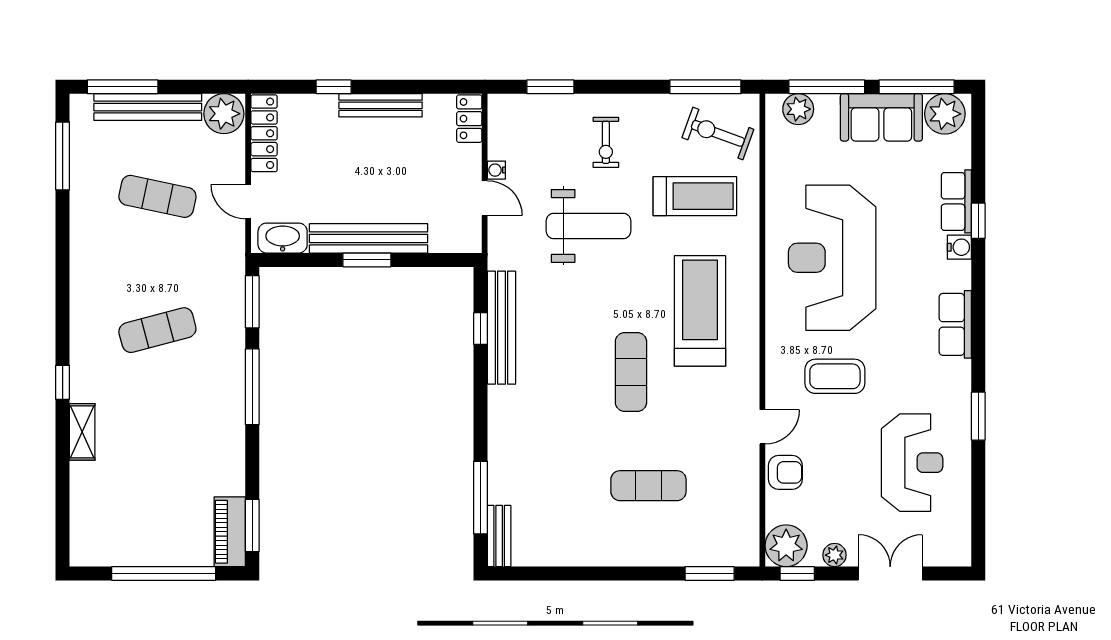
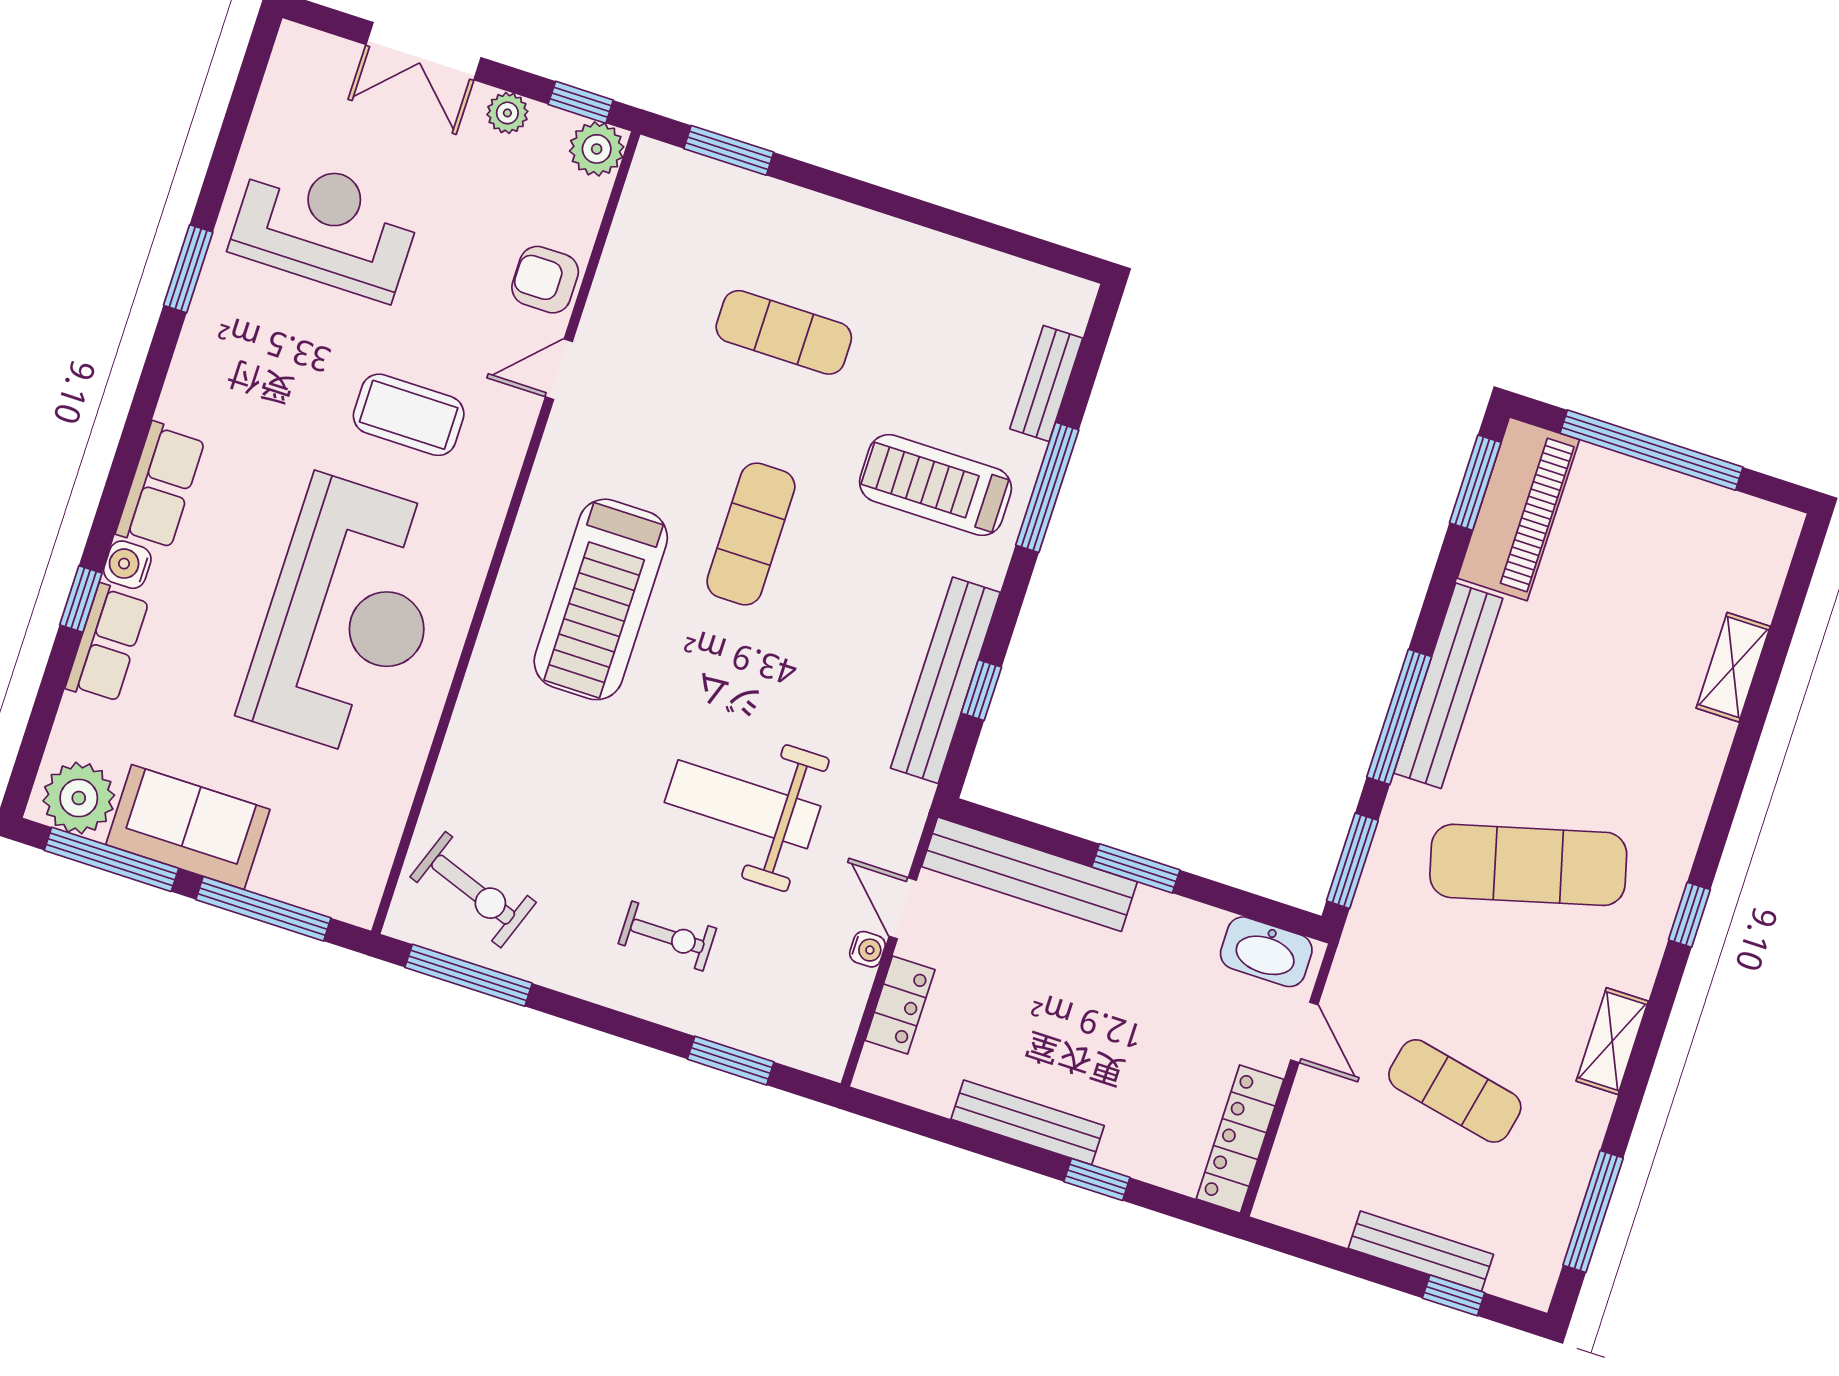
window: (123, 87) -> (1454, 1295), width x0.46
bench: (148, 107) -> (1421, 1251), width x0.73, depth x0.82
plant: (798, 109) -> (324, 887), removed
plant: (224, 114) -> (1297, 1194), removed
locker: (469, 119) -> (900, 1005), moved
exercise bike: (606, 142) -> (667, 936), turned 90
treadmill: (695, 196) -> (936, 485), moved
bench: (369, 238) -> (1029, 874), moved
shelving: (82, 250) -> (1612, 1041), added
row of seats: (955, 324) -> (161, 486), moved
exercise mat: (157, 330) -> (1528, 865), width x1.36, depth x1.45
window: (63, 382) -> (1689, 915), moved
bench: (231, 412) -> (1448, 686), added
shelving: (82, 432) -> (1733, 667), moved
reception desk: (912, 463) -> (326, 226), turned 90
window: (481, 498) -> (1047, 487), moved
piano: (230, 532) -> (1518, 509), width x1.37, depth x1.33
bench: (499, 536) -> (1046, 383), moved
plant: (786, 546) -> (597, 149), width x0.73, depth x0.73

